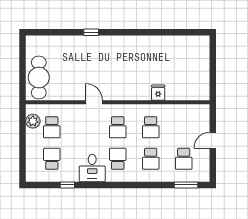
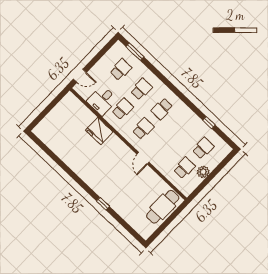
fridge: (158, 93) -> (99, 131), width x1.88, depth x1.34
plant: (33, 121) -> (203, 172), moved
door: (213, 140) -> (80, 76), moved
school desk: (52, 159) -> (203, 148), turned 180
desk: (92, 168) -> (102, 100), moved, turned 180

